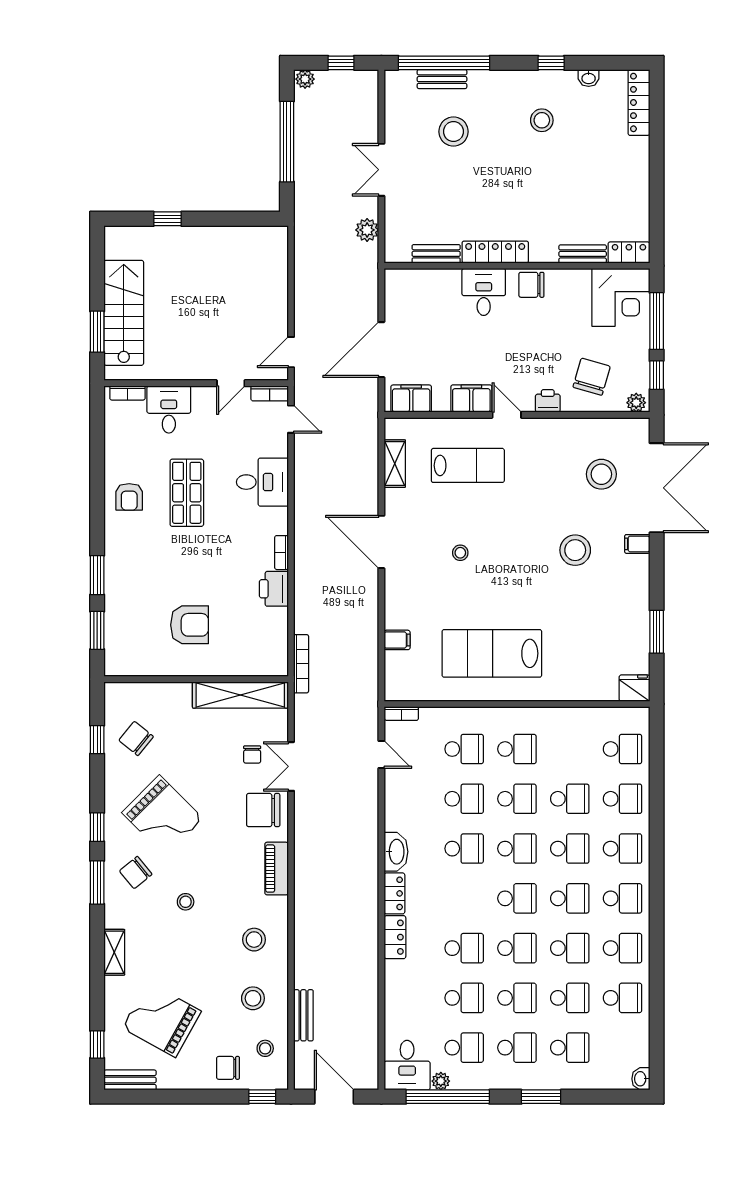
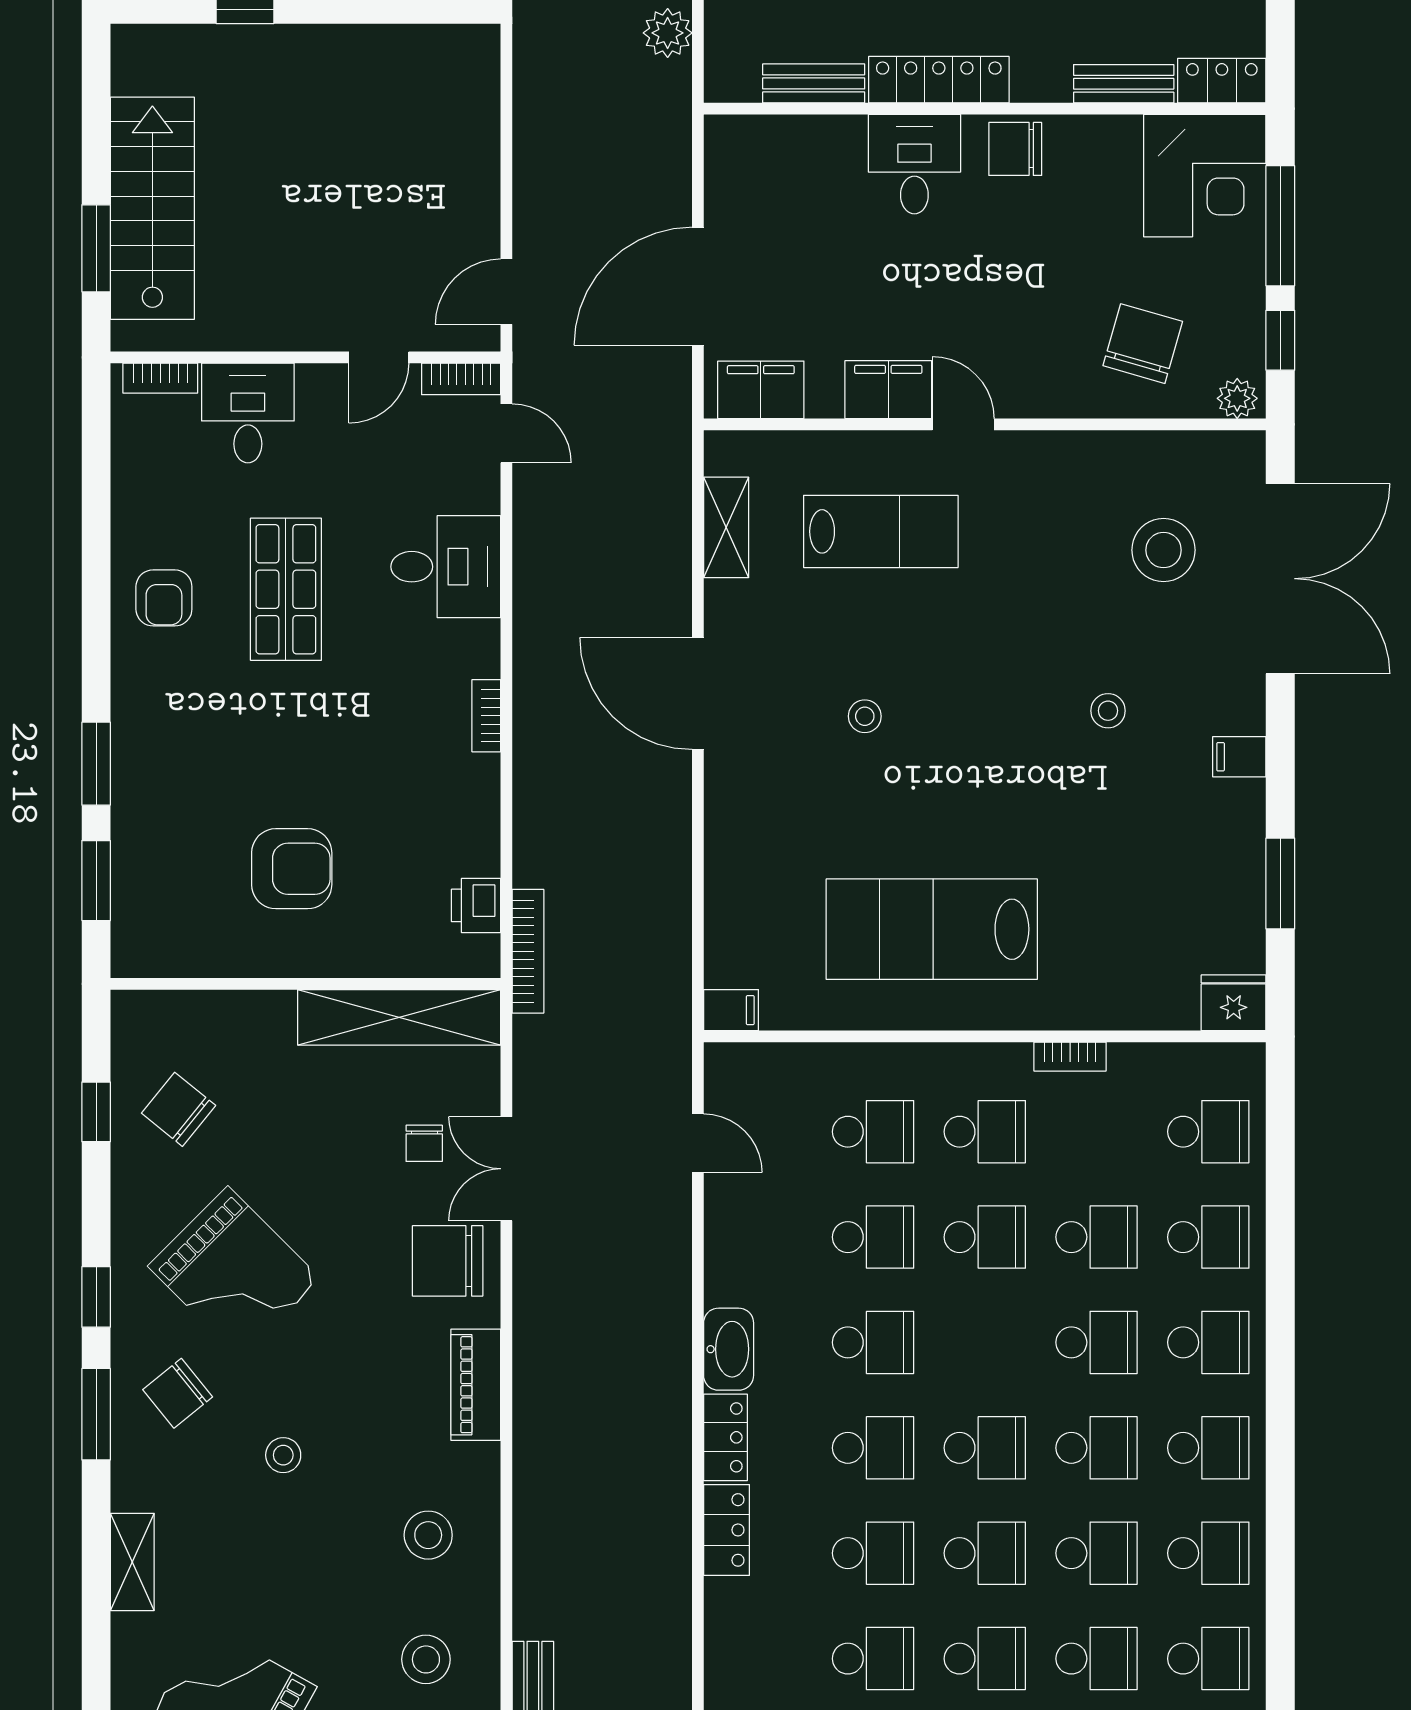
printer: (548, 401) -> (1050, 395), removed
filing cabinet: (637, 544) -> (1239, 757), moved
stool: (575, 550) -> (1108, 711), width x0.53, depth x0.53
printer: (274, 589) -> (476, 905), moved, width x0.73, depth x0.81
filing cabinet: (397, 640) -> (731, 1010), moved
bookcase: (401, 714) -> (1070, 1057), moved
school desk: (517, 849) -> (873, 1448), moved

